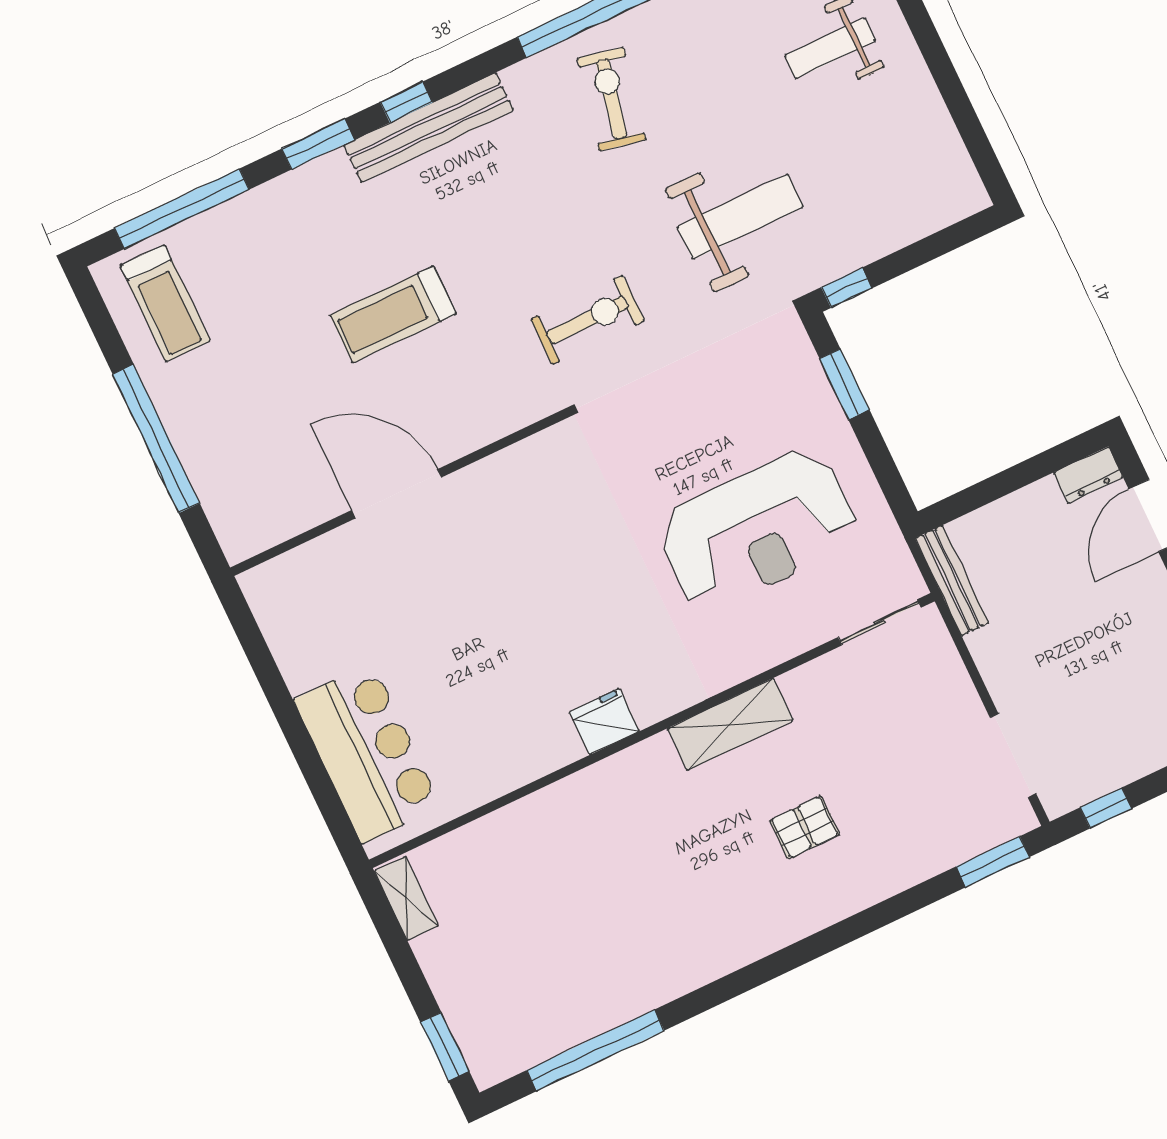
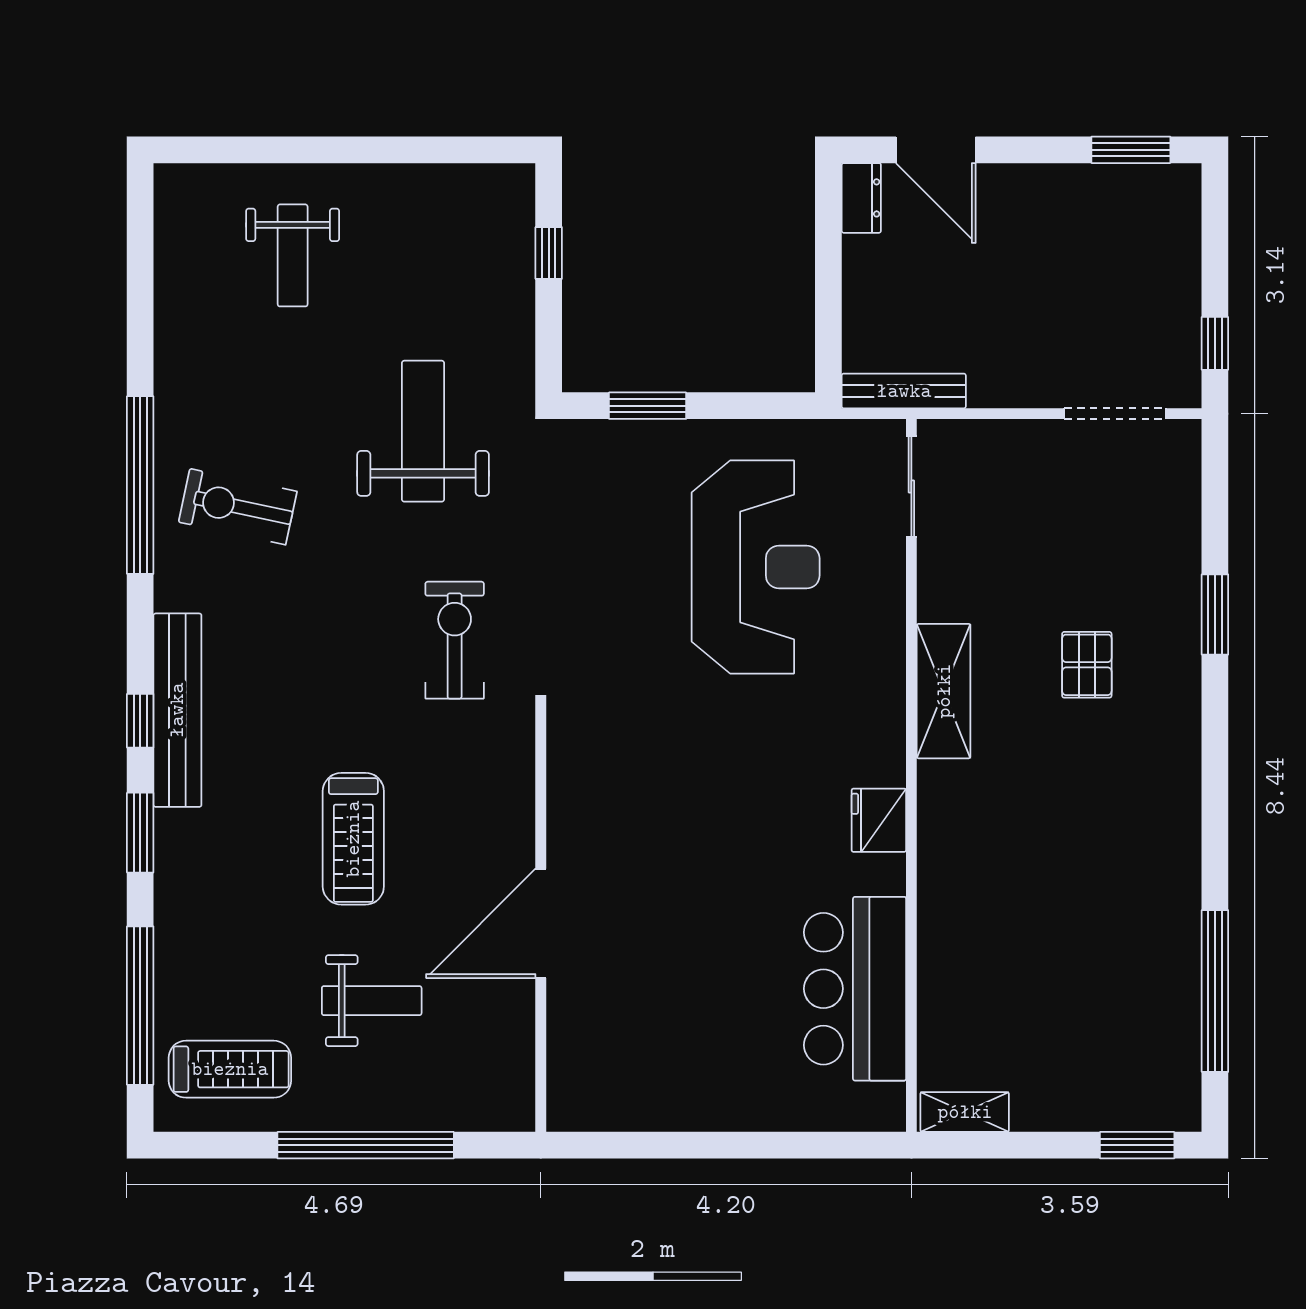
window: (847, 288) -> (549, 253), moved
weight bench: (272, 389) -> (372, 1001), added
bar counter: (368, 753) -> (855, 989), moved, turned -90
window: (993, 862) -> (1215, 614), moved

